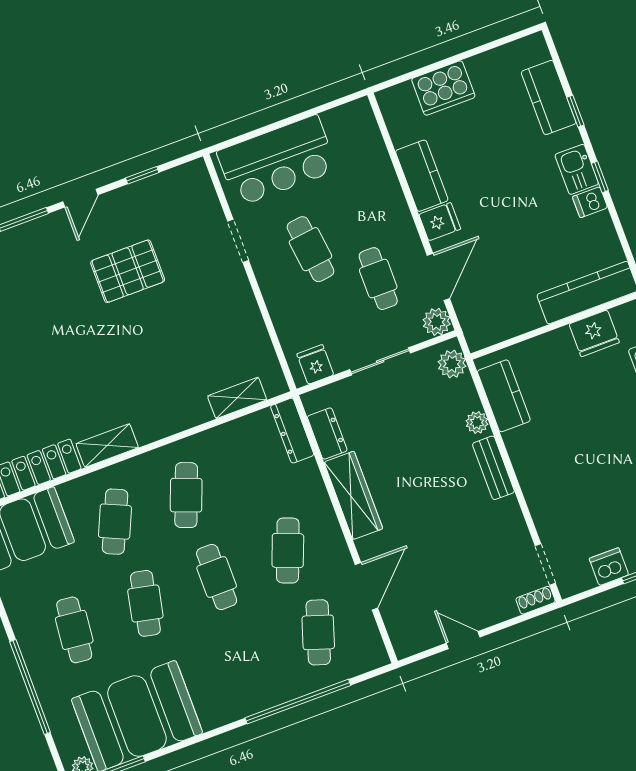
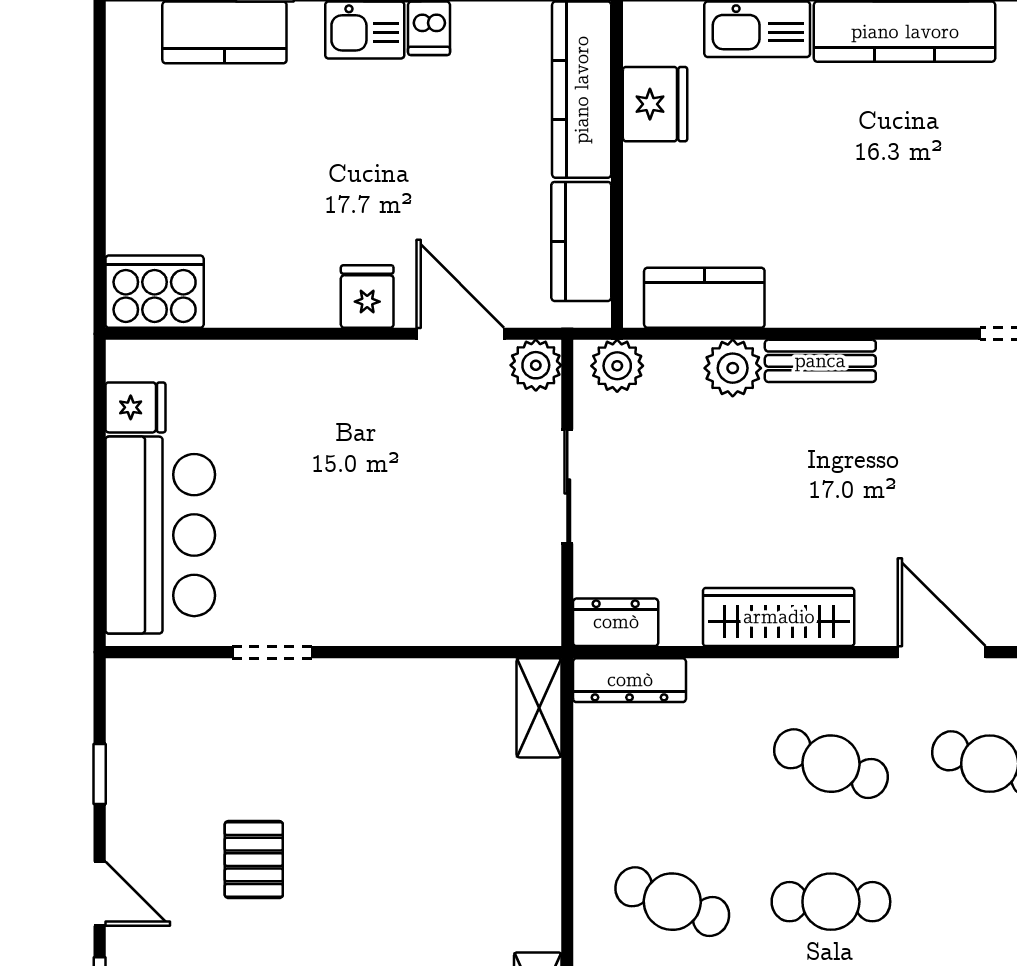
cooker: (443, 88) -> (155, 292), moved, turned -90
kitchen counter: (422, 176) -> (581, 241), moved, turned -90
cafe table: (311, 249) -> (332, 534), removed
pallet: (128, 271) -> (254, 860), width x0.67, depth x0.71
cafe table: (378, 279) -> (425, 437), removed
fridge: (315, 364) -> (135, 407), moved, turned 180
shelving: (237, 398) -> (539, 708), moved
plant: (477, 422) -> (733, 368), width x1.38, depth x1.38
dresser: (327, 433) -> (616, 622), moved

